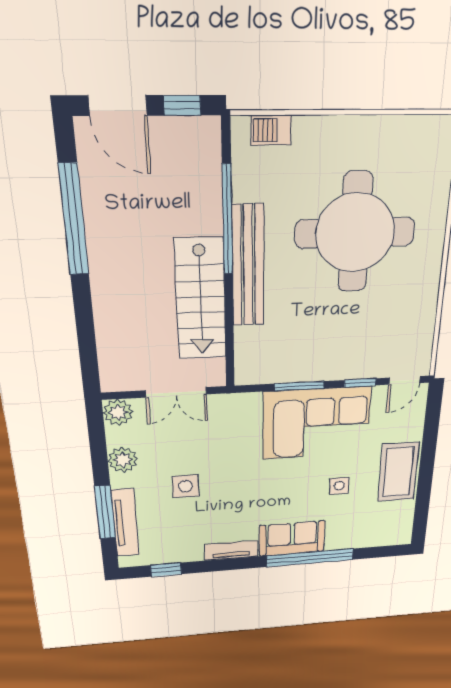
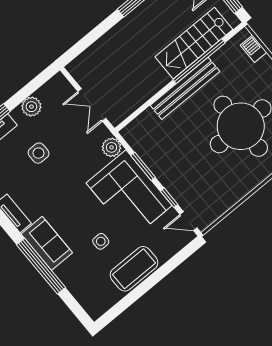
stairs: (201, 300) -> (194, 43), moved
plant: (118, 412) -> (111, 147), moved

